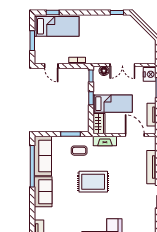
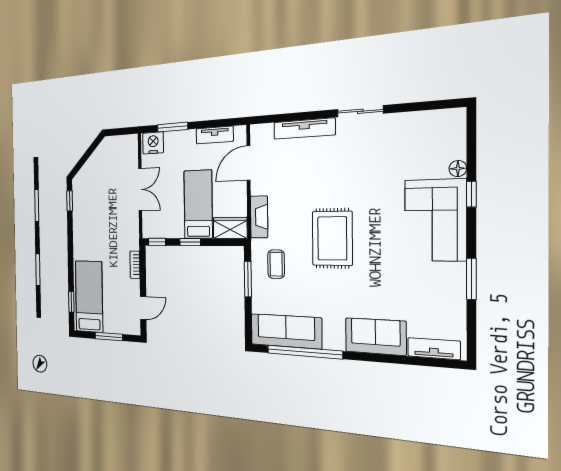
floor lamp: (104, 71) -> (149, 220), removed
sofa: (43, 192) -> (376, 336), moved

